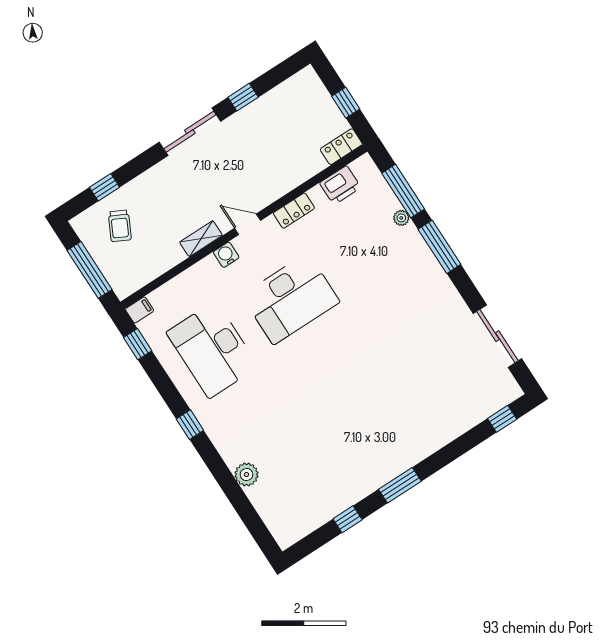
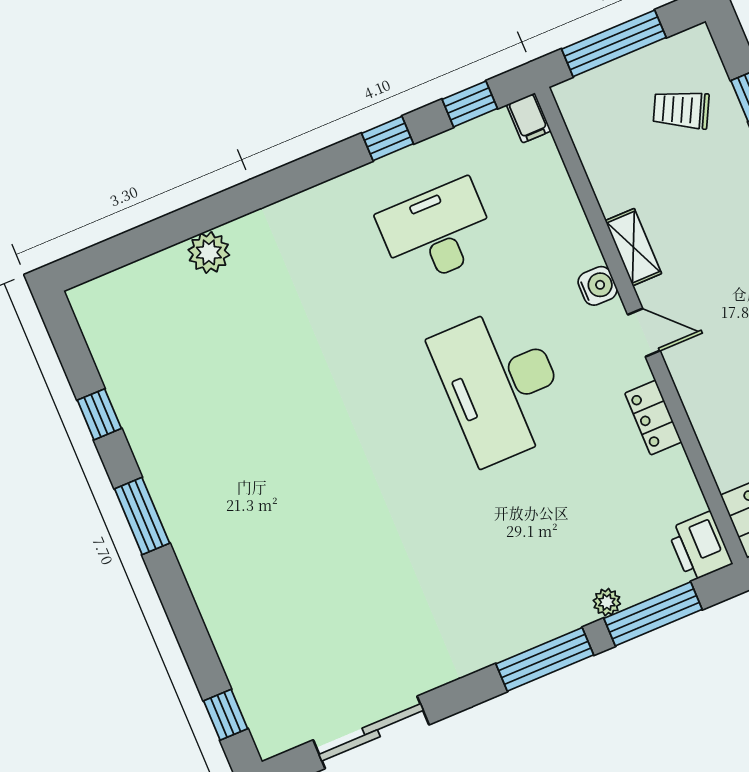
printer: (340, 185) -> (700, 547), moved
door: (248, 224) -> (644, 333), hinge flipped
desk: (212, 350) -> (437, 232), width x0.73, depth x0.77
window: (190, 425) -> (388, 139), moved

